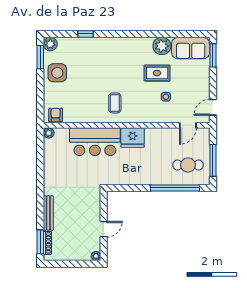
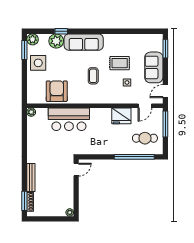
plant: (162, 46) -> (56, 41), moved
sofa: (113, 47) -> (84, 42), added
sofa: (191, 48) -> (154, 67), moved, turned 90
coffee table: (115, 103) -> (93, 76), moved
armchair: (56, 115) -> (57, 91), moved, width x1.88, depth x1.88
fridge: (133, 138) -> (121, 116), moved
window: (213, 160) -> (165, 124), moved
door: (104, 229) -> (76, 170), moved

